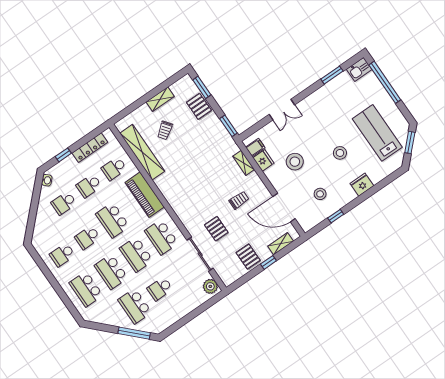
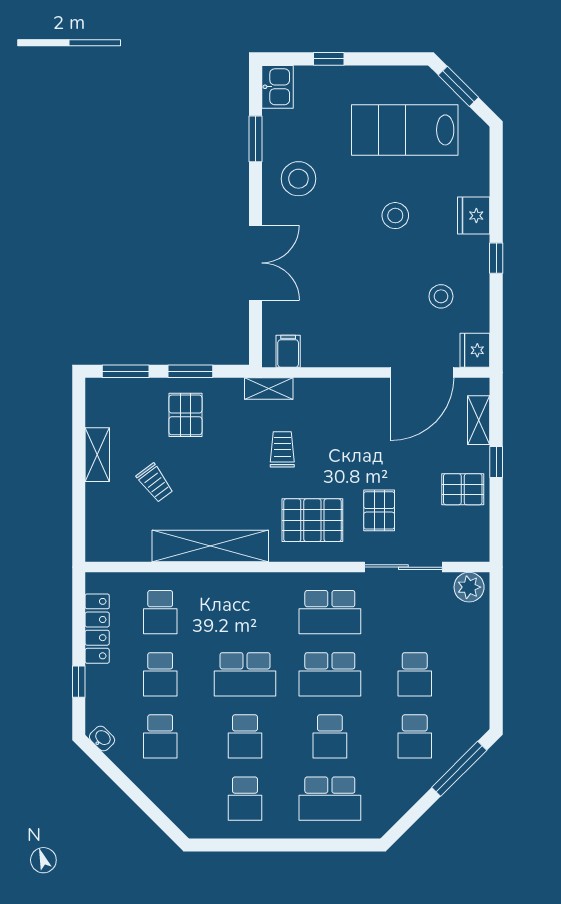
window: (385, 82) -> (329, 59), width x0.32
pallet: (199, 106) -> (185, 415), moved, turned 90
double door: (282, 110) -> (255, 263), width x1.37
window: (228, 126) -> (190, 371), moved
shelving: (142, 152) -> (210, 546), moved
fridge: (263, 160) -> (475, 350), moved, turned -90
stool: (295, 162) -> (298, 179), moved
shelving: (244, 163) -> (269, 388), moved
piano: (145, 195) -> (239, 591), removed
trolley: (239, 200) -> (282, 449), moved
pallet: (194, 204) -> (312, 520), added
window: (336, 216) -> (496, 258), moved
pallet: (216, 229) -> (379, 510), turned 90
school desk: (111, 272) -> (330, 736), width x0.54
school desk: (135, 306) -> (415, 736), width x0.54

